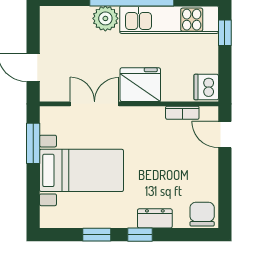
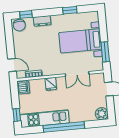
plant: (105, 18) -> (102, 114), moved
fridge: (140, 85) -> (51, 84), width x0.53, depth x0.75
window: (140, 235) -> (26, 14), moved

